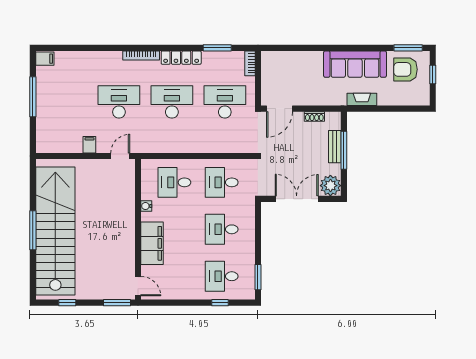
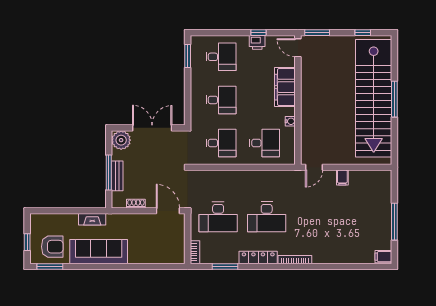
desk: (119, 102) -> (315, 217), removed
door: (280, 109) -> (168, 211), hinge flipped
double door: (297, 199) -> (152, 128), swing flipped
printer: (182, 292) -> (257, 42), added
window: (220, 303) -> (259, 33), moved

